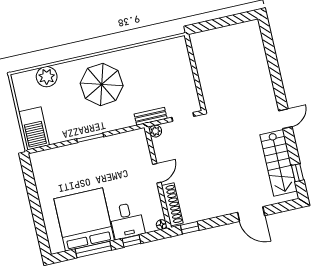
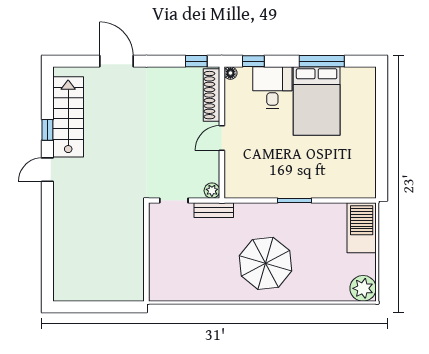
plant: (47, 77) -> (363, 288), moved
window: (297, 173) -> (47, 130), moved
bed: (84, 219) -> (317, 101), width x0.73
window: (131, 241) -> (253, 61), moved

